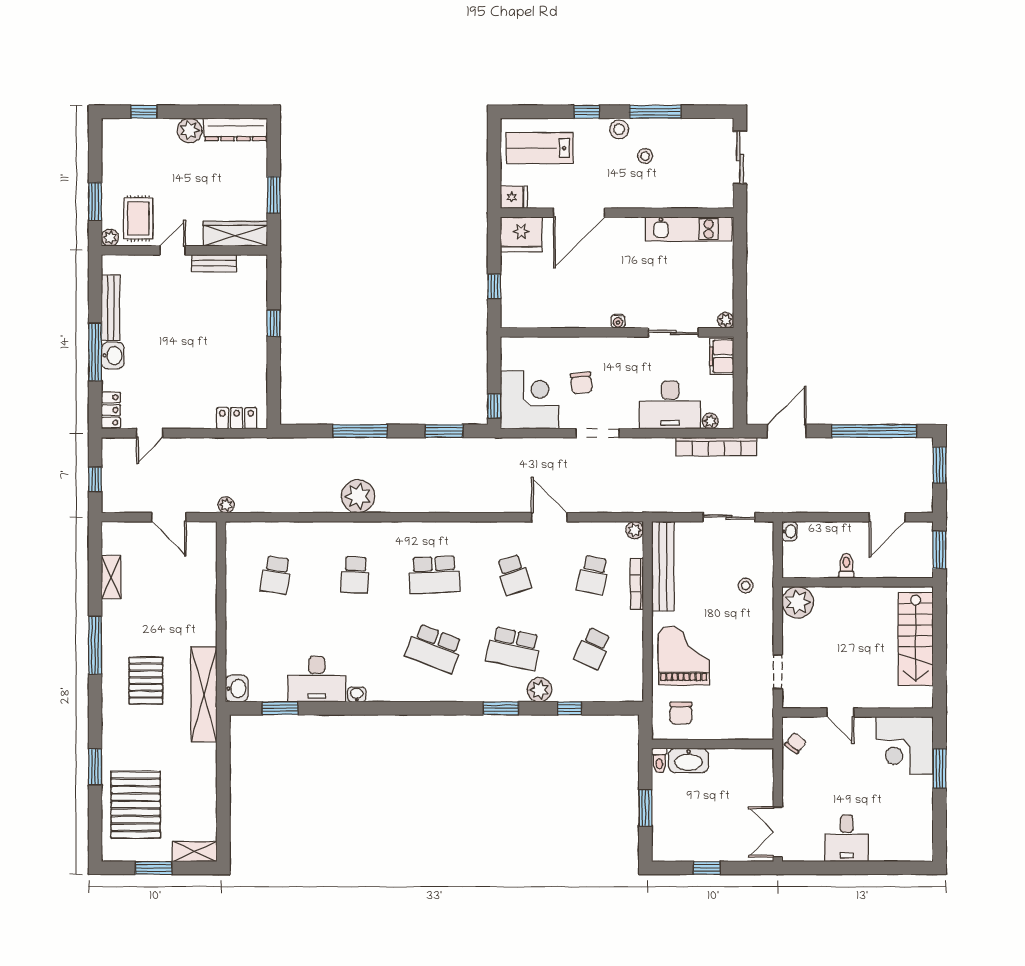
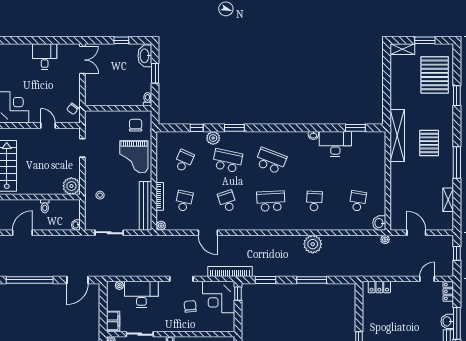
bookcase: (716, 446) -> (230, 271), moved
washbasin: (237, 689) -> (379, 223), moved
washbasin: (688, 760) -> (145, 56), moved, turned -90

